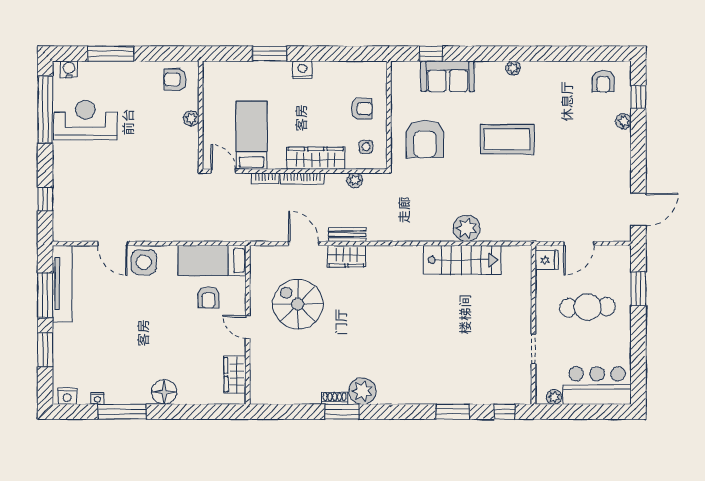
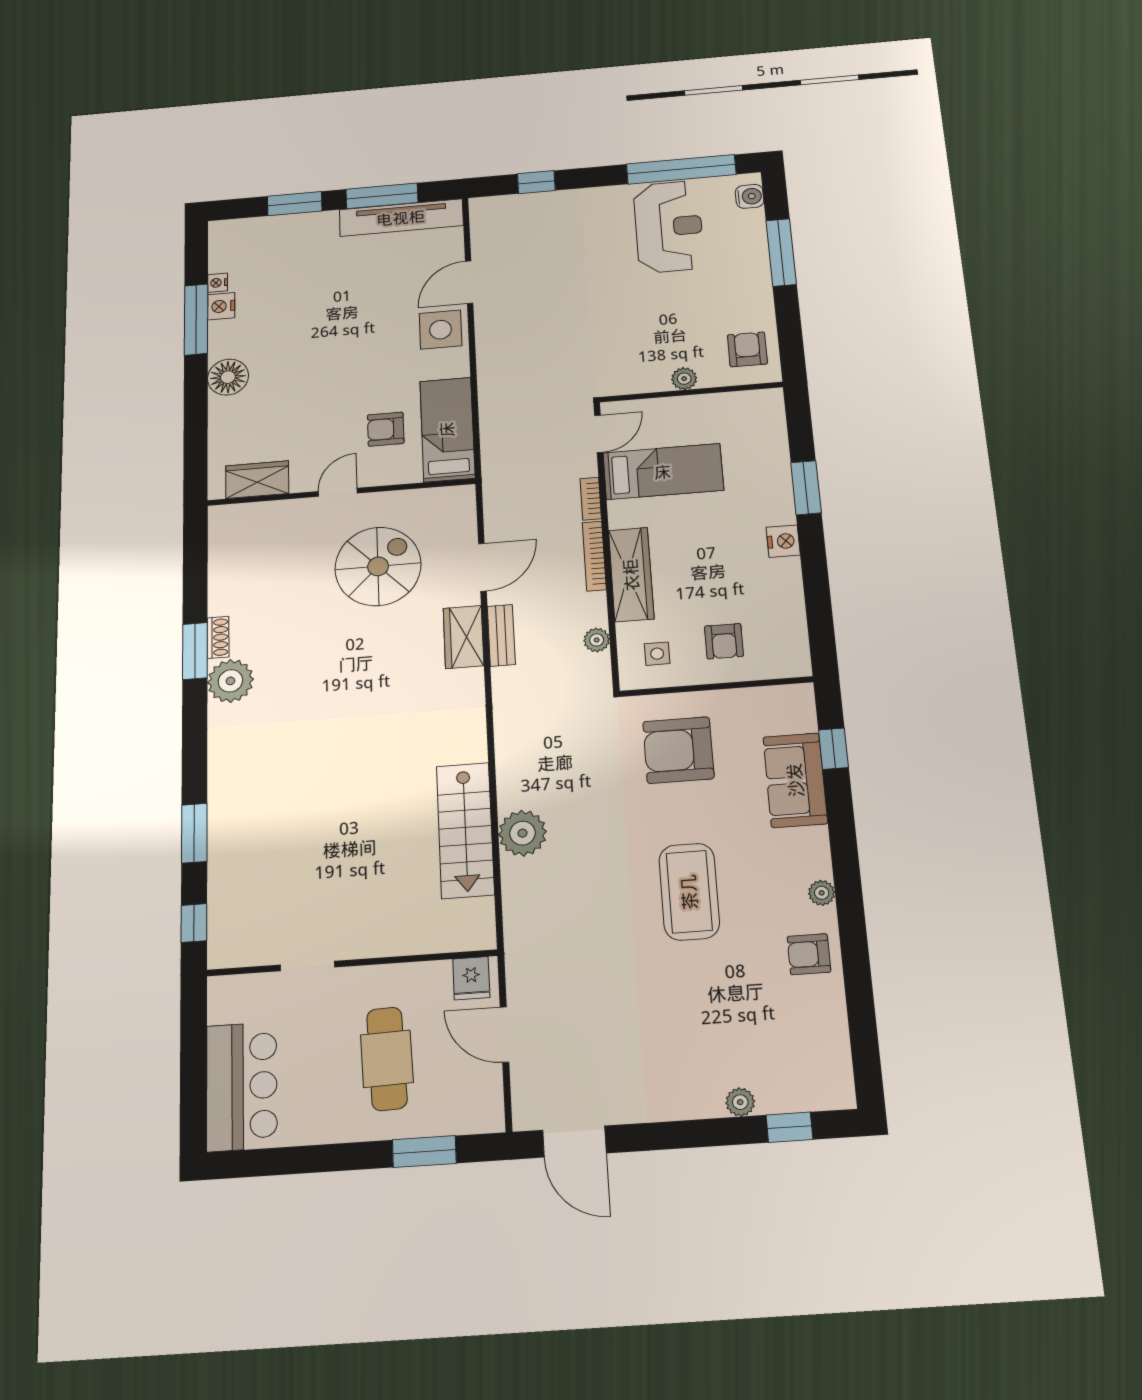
armchair: (603, 81) -> (809, 954), moved
nightstand: (67, 396) -> (221, 306), moved
plant: (554, 397) -> (221, 1009), removed

